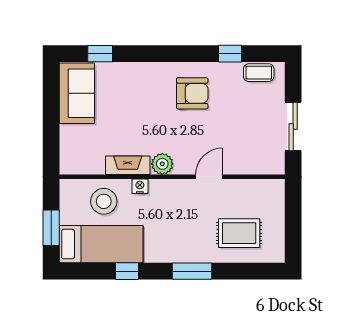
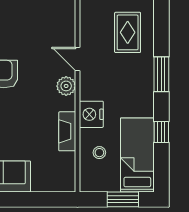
plant: (162, 164) -> (66, 86), moved
nightstand: (140, 186) -> (91, 114), width x1.89, depth x1.79
stool: (104, 201) -> (99, 153), width x0.53, depth x0.53

